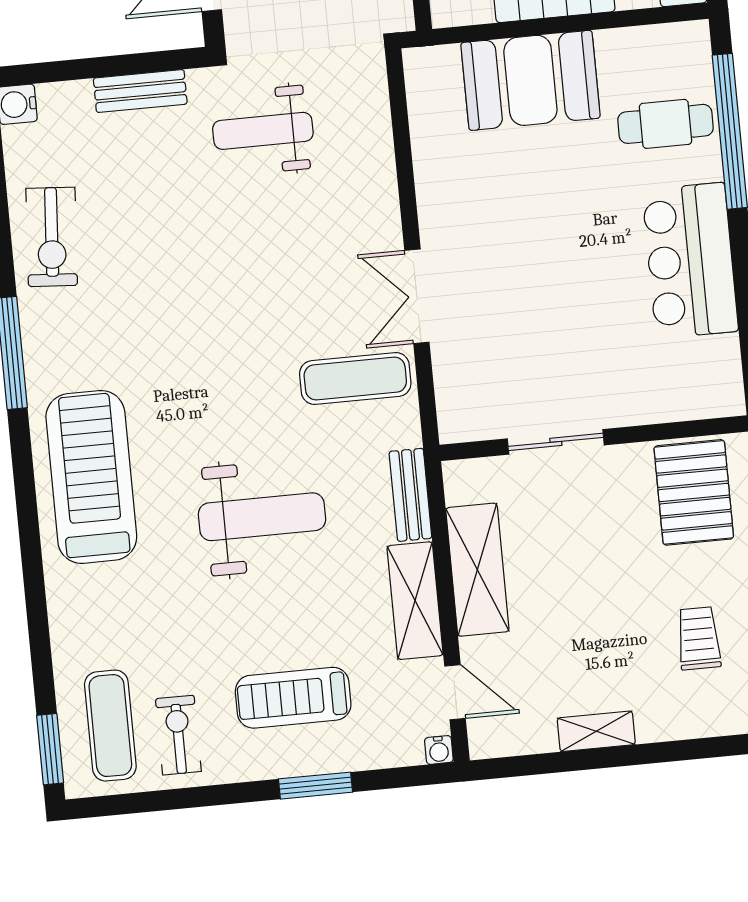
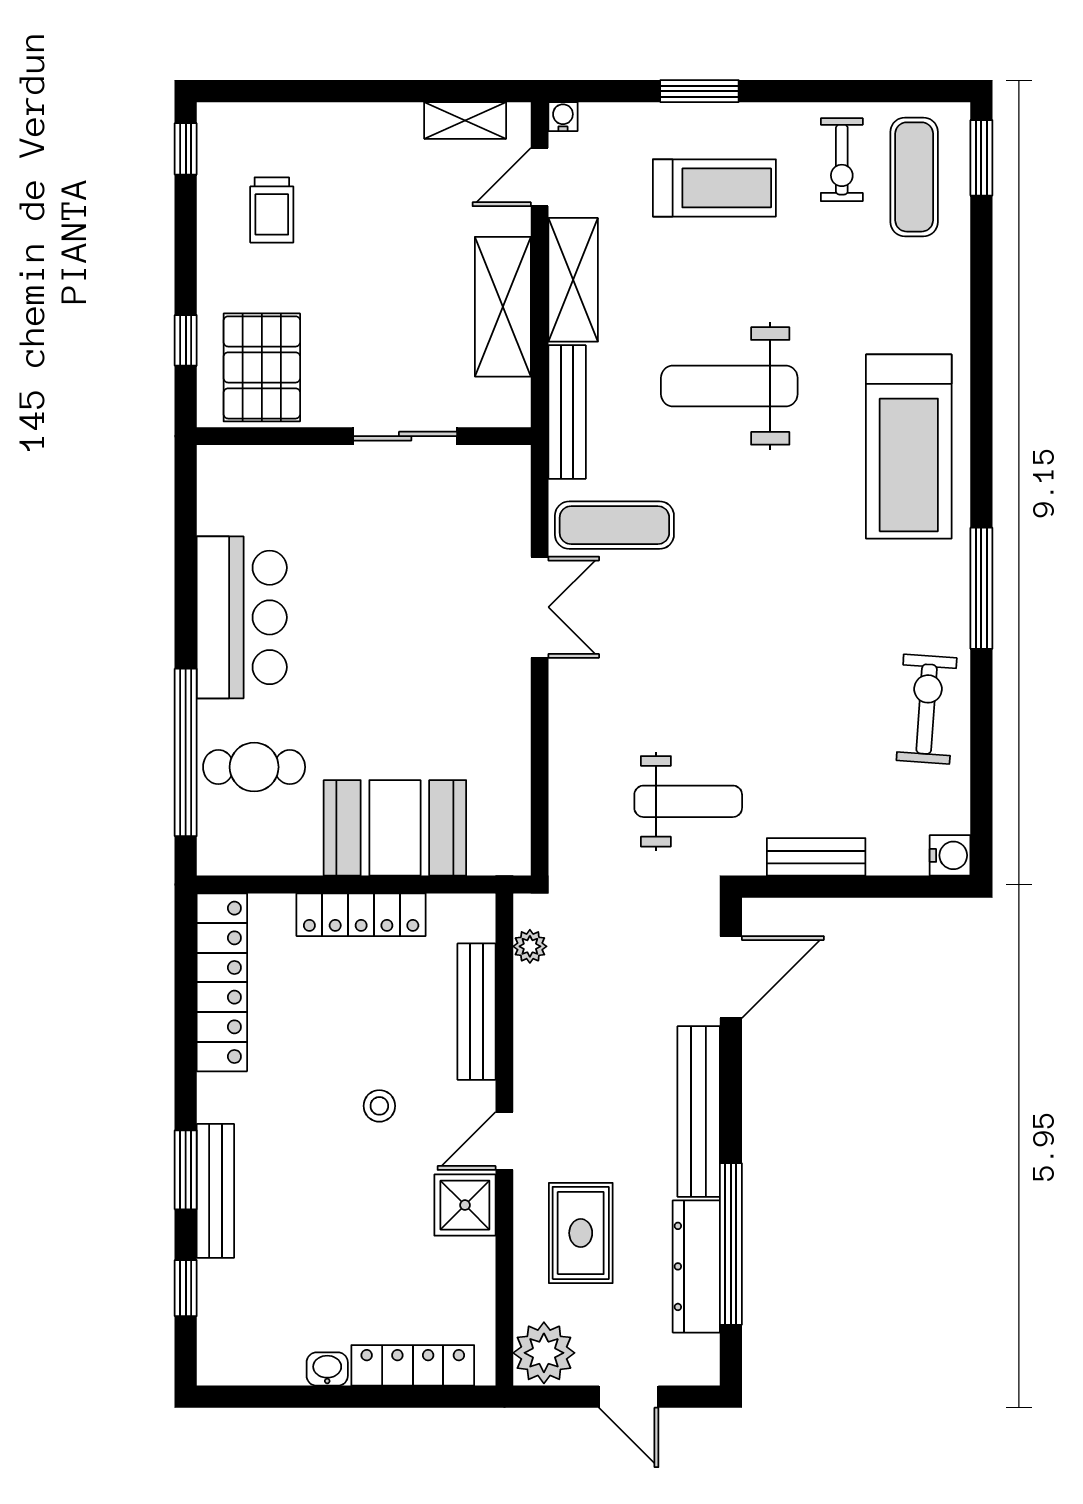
bench: (410, 495) -> (567, 412), width x1.36
door: (455, 692) -> (540, 177), hinge flipped
shelving: (596, 731) -> (465, 120), moved

